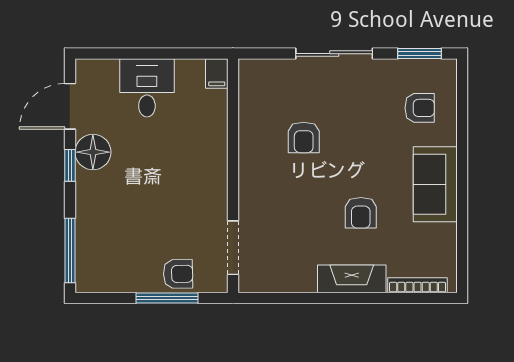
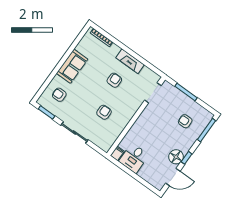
desk: (147, 88) -> (134, 158), moved
armchair: (361, 213) -> (114, 80), moved
armchair: (178, 274) -> (185, 121), moved
fireplace: (352, 279) -> (130, 61), moved

